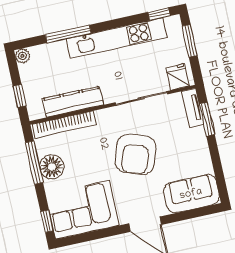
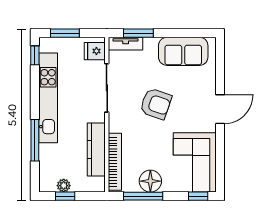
plant: (23, 56) -> (64, 186), moved
window: (19, 96) -> (65, 196), moved
armchair: (136, 154) -> (156, 104), width x0.73, depth x0.73
sofa: (191, 194) -> (183, 51), moved, turned -90

